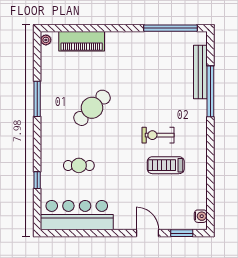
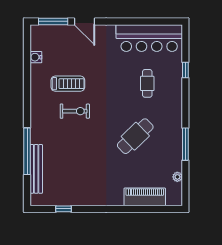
window: (170, 28) -> (64, 209), width x0.32
plant: (46, 40) -> (177, 177), moved
cafe table: (79, 165) -> (147, 83), turned 90
water cooler: (201, 216) -> (36, 57), moved
window: (182, 233) -> (53, 21), width x1.44

